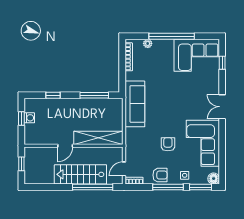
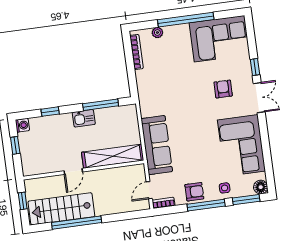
window: (222, 63) -> (255, 67), moved
kitchen sink: (79, 104) -> (84, 118), added
sofa: (135, 104) -> (157, 145), moved
double door: (222, 107) -> (259, 98), swing flipped
washing machine: (29, 118) -> (22, 125), moved
armchair: (168, 144) -> (223, 89), moved
stairs: (80, 174) -> (61, 209), moved
window: (93, 187) -> (77, 223), moved

